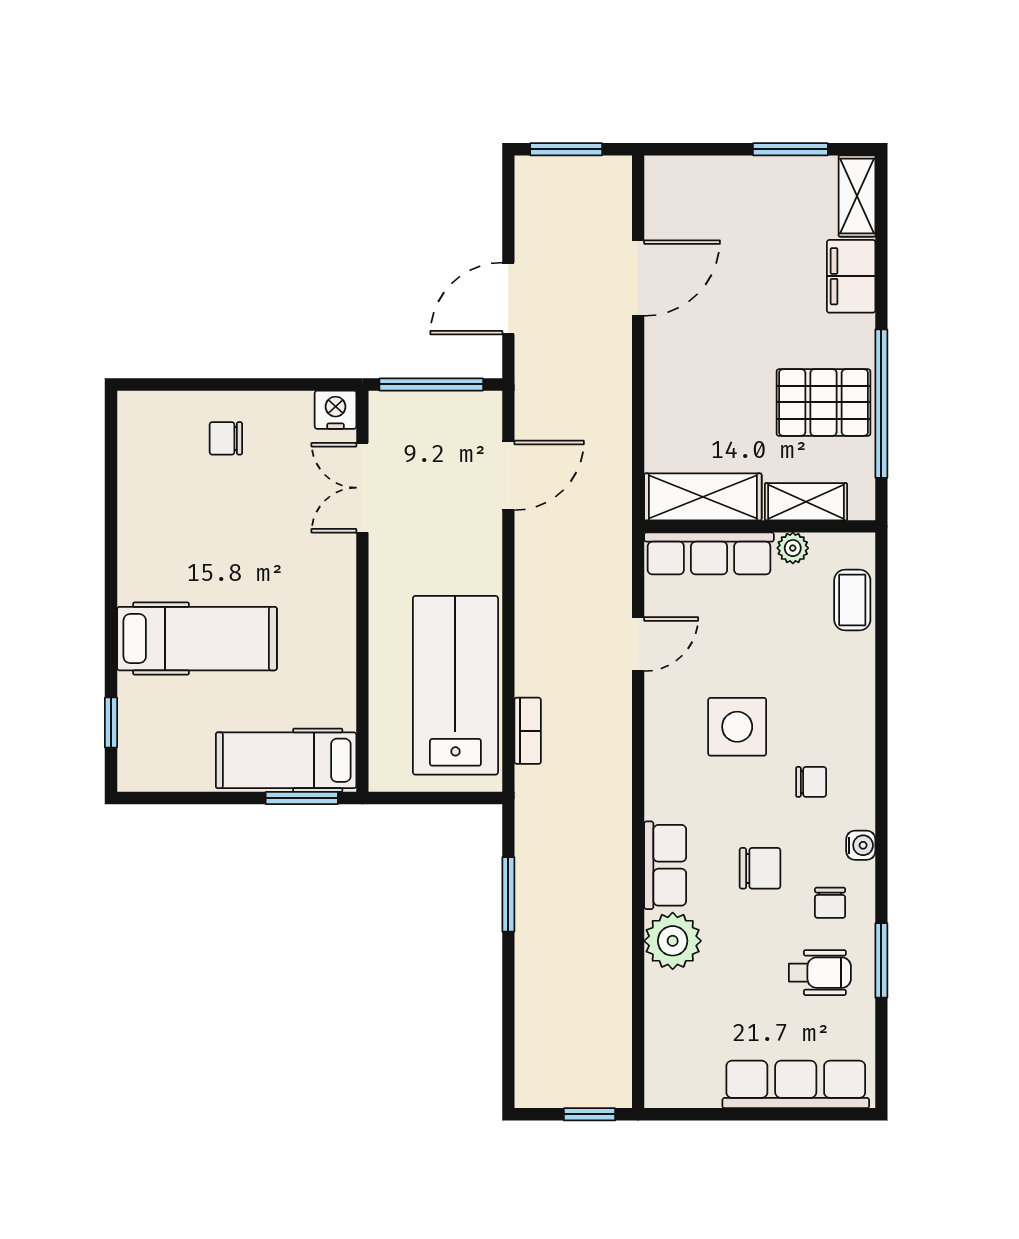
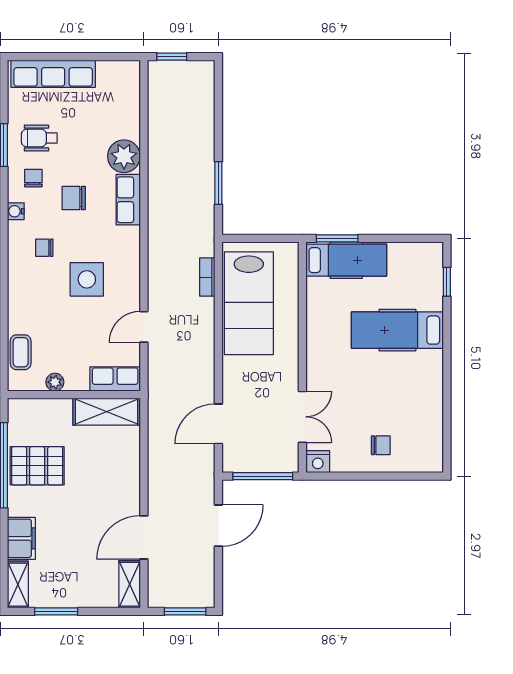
shelving: (806, 502) -> (130, 584), moved, turned 90
row of seats: (709, 553) -> (115, 379), width x0.68

